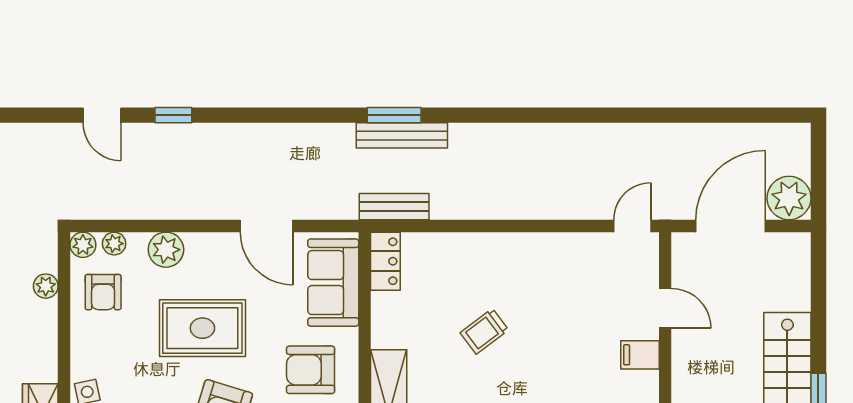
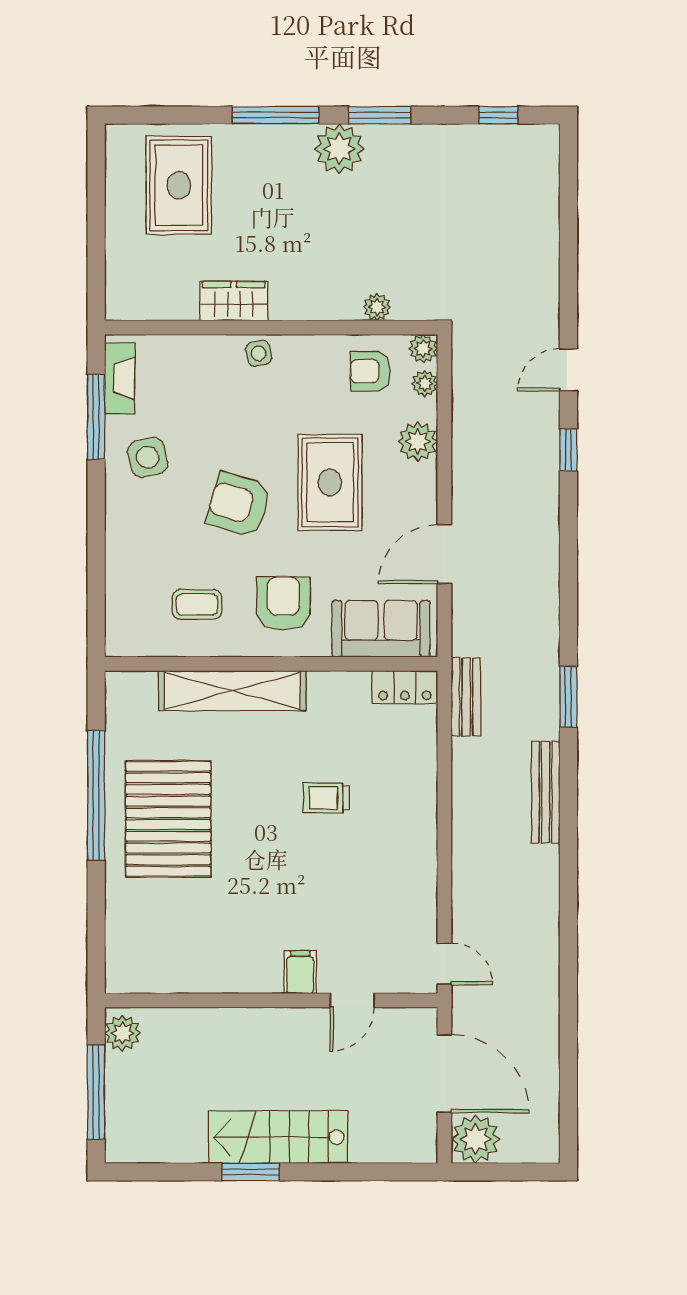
bench: (402, 135) -> (546, 792), moved
trolley: (484, 331) -> (326, 798), turned -53

